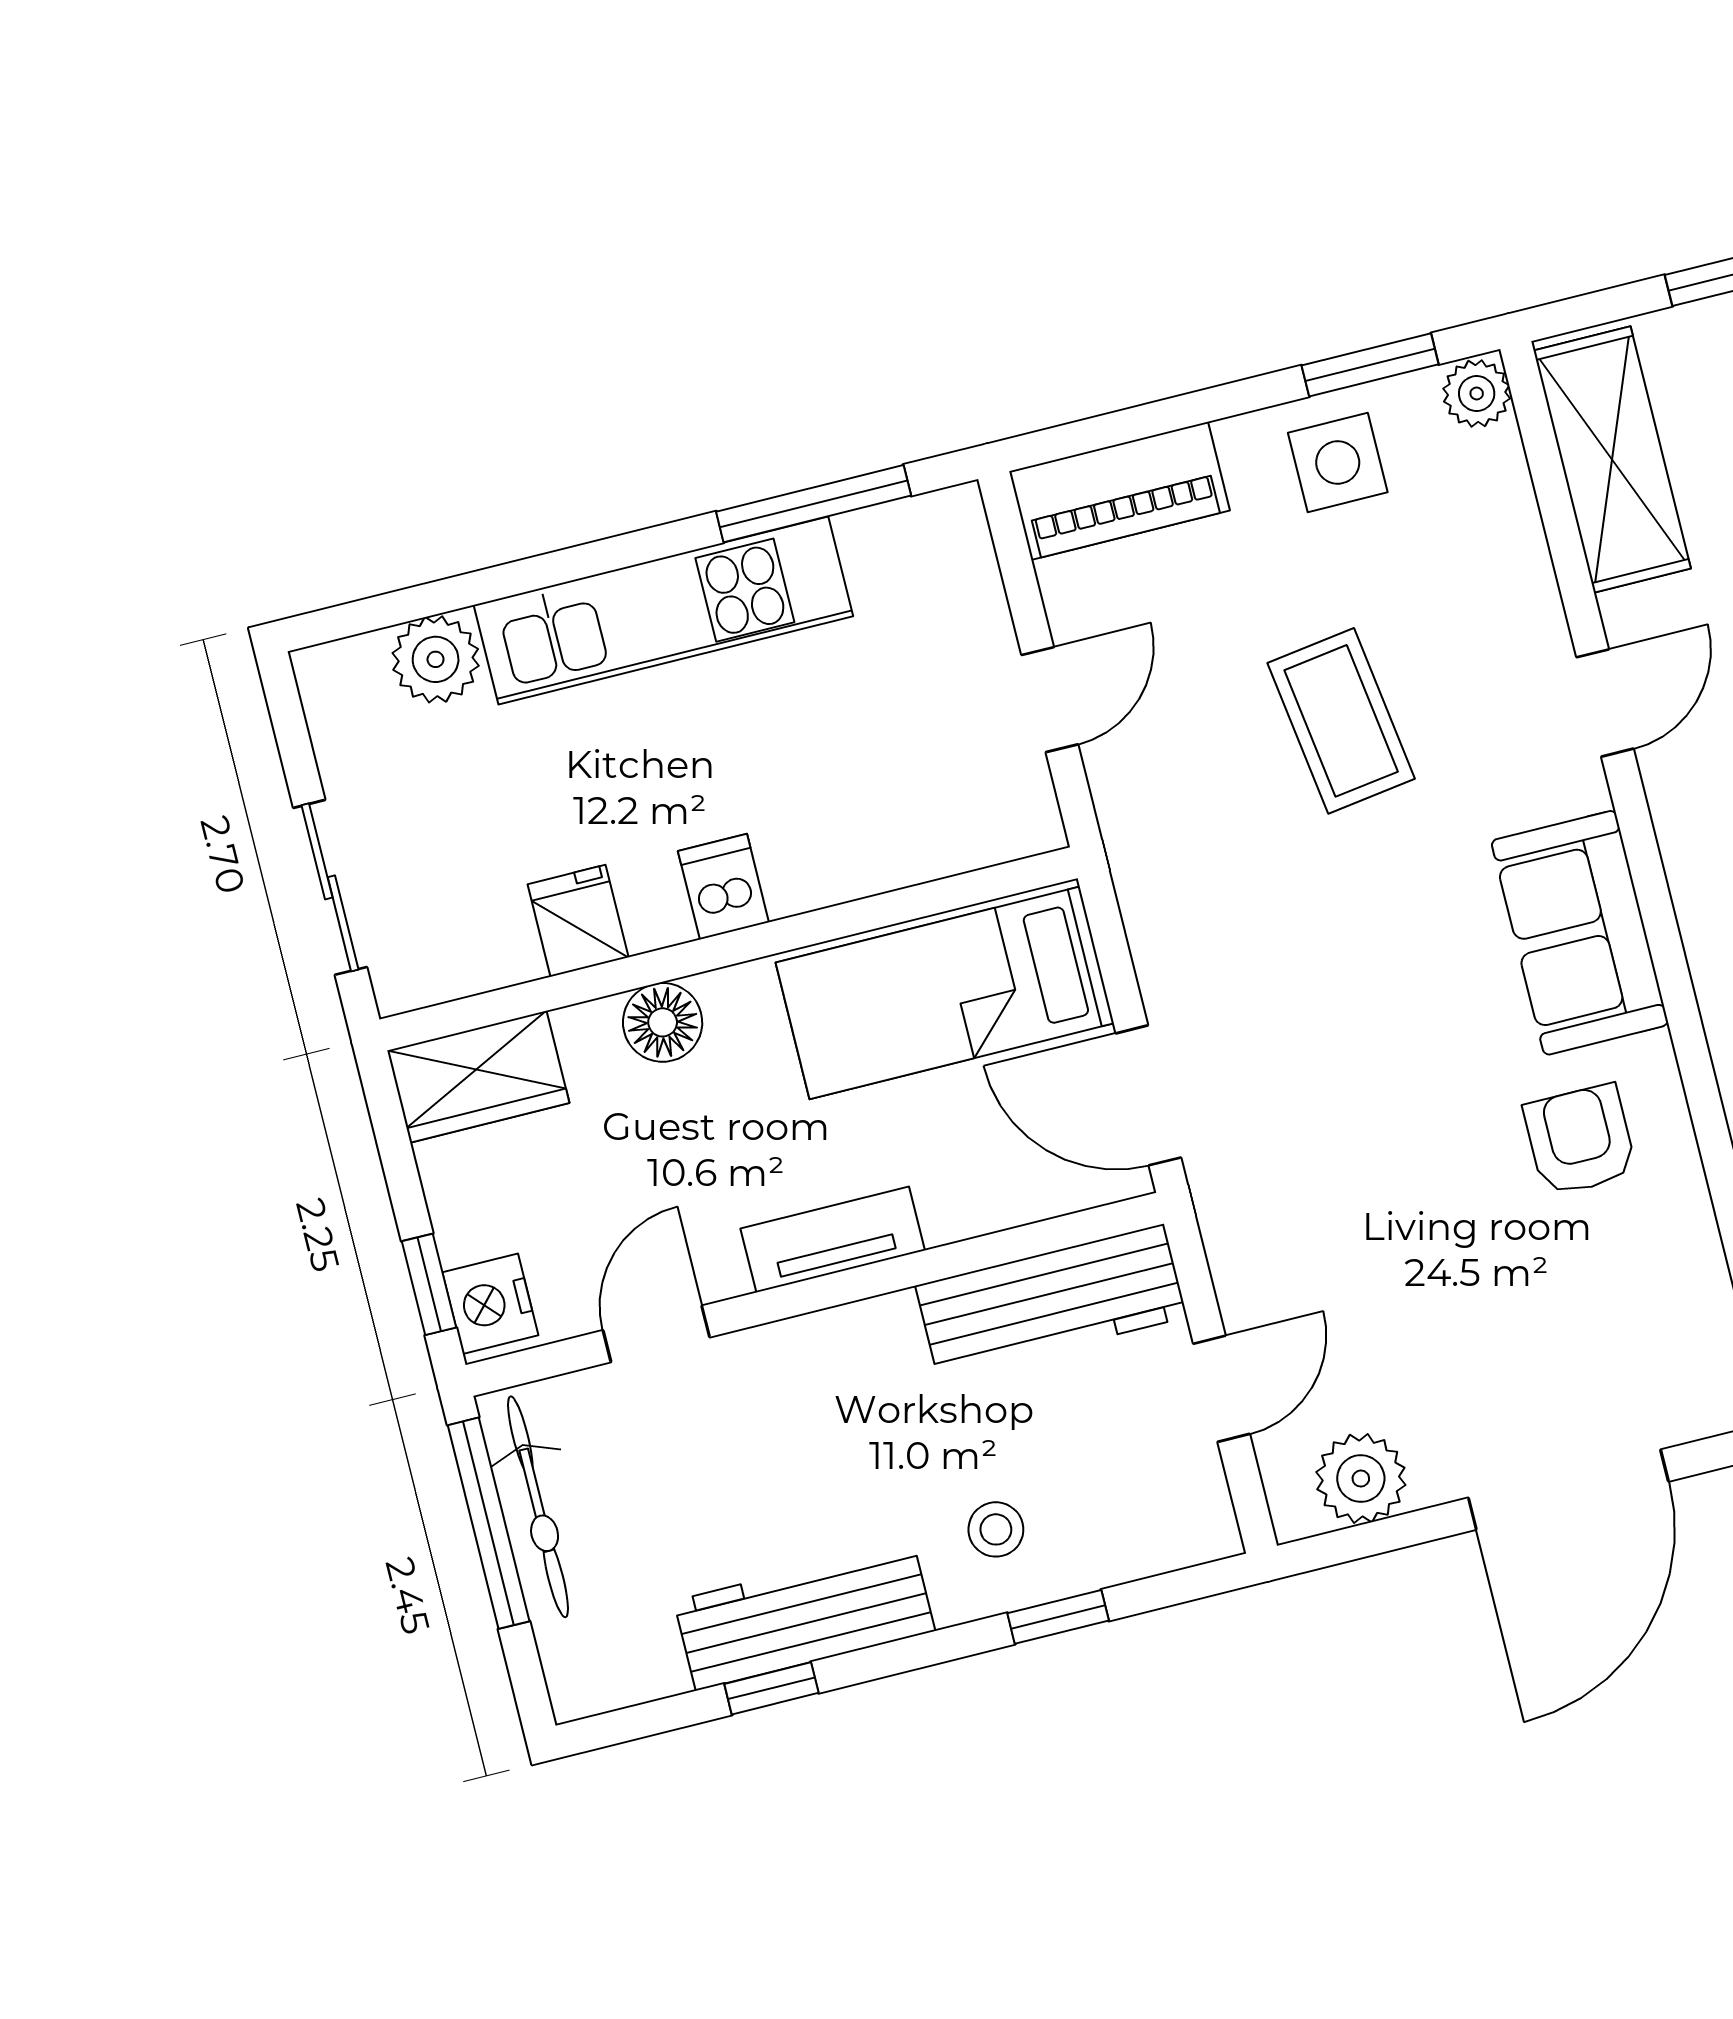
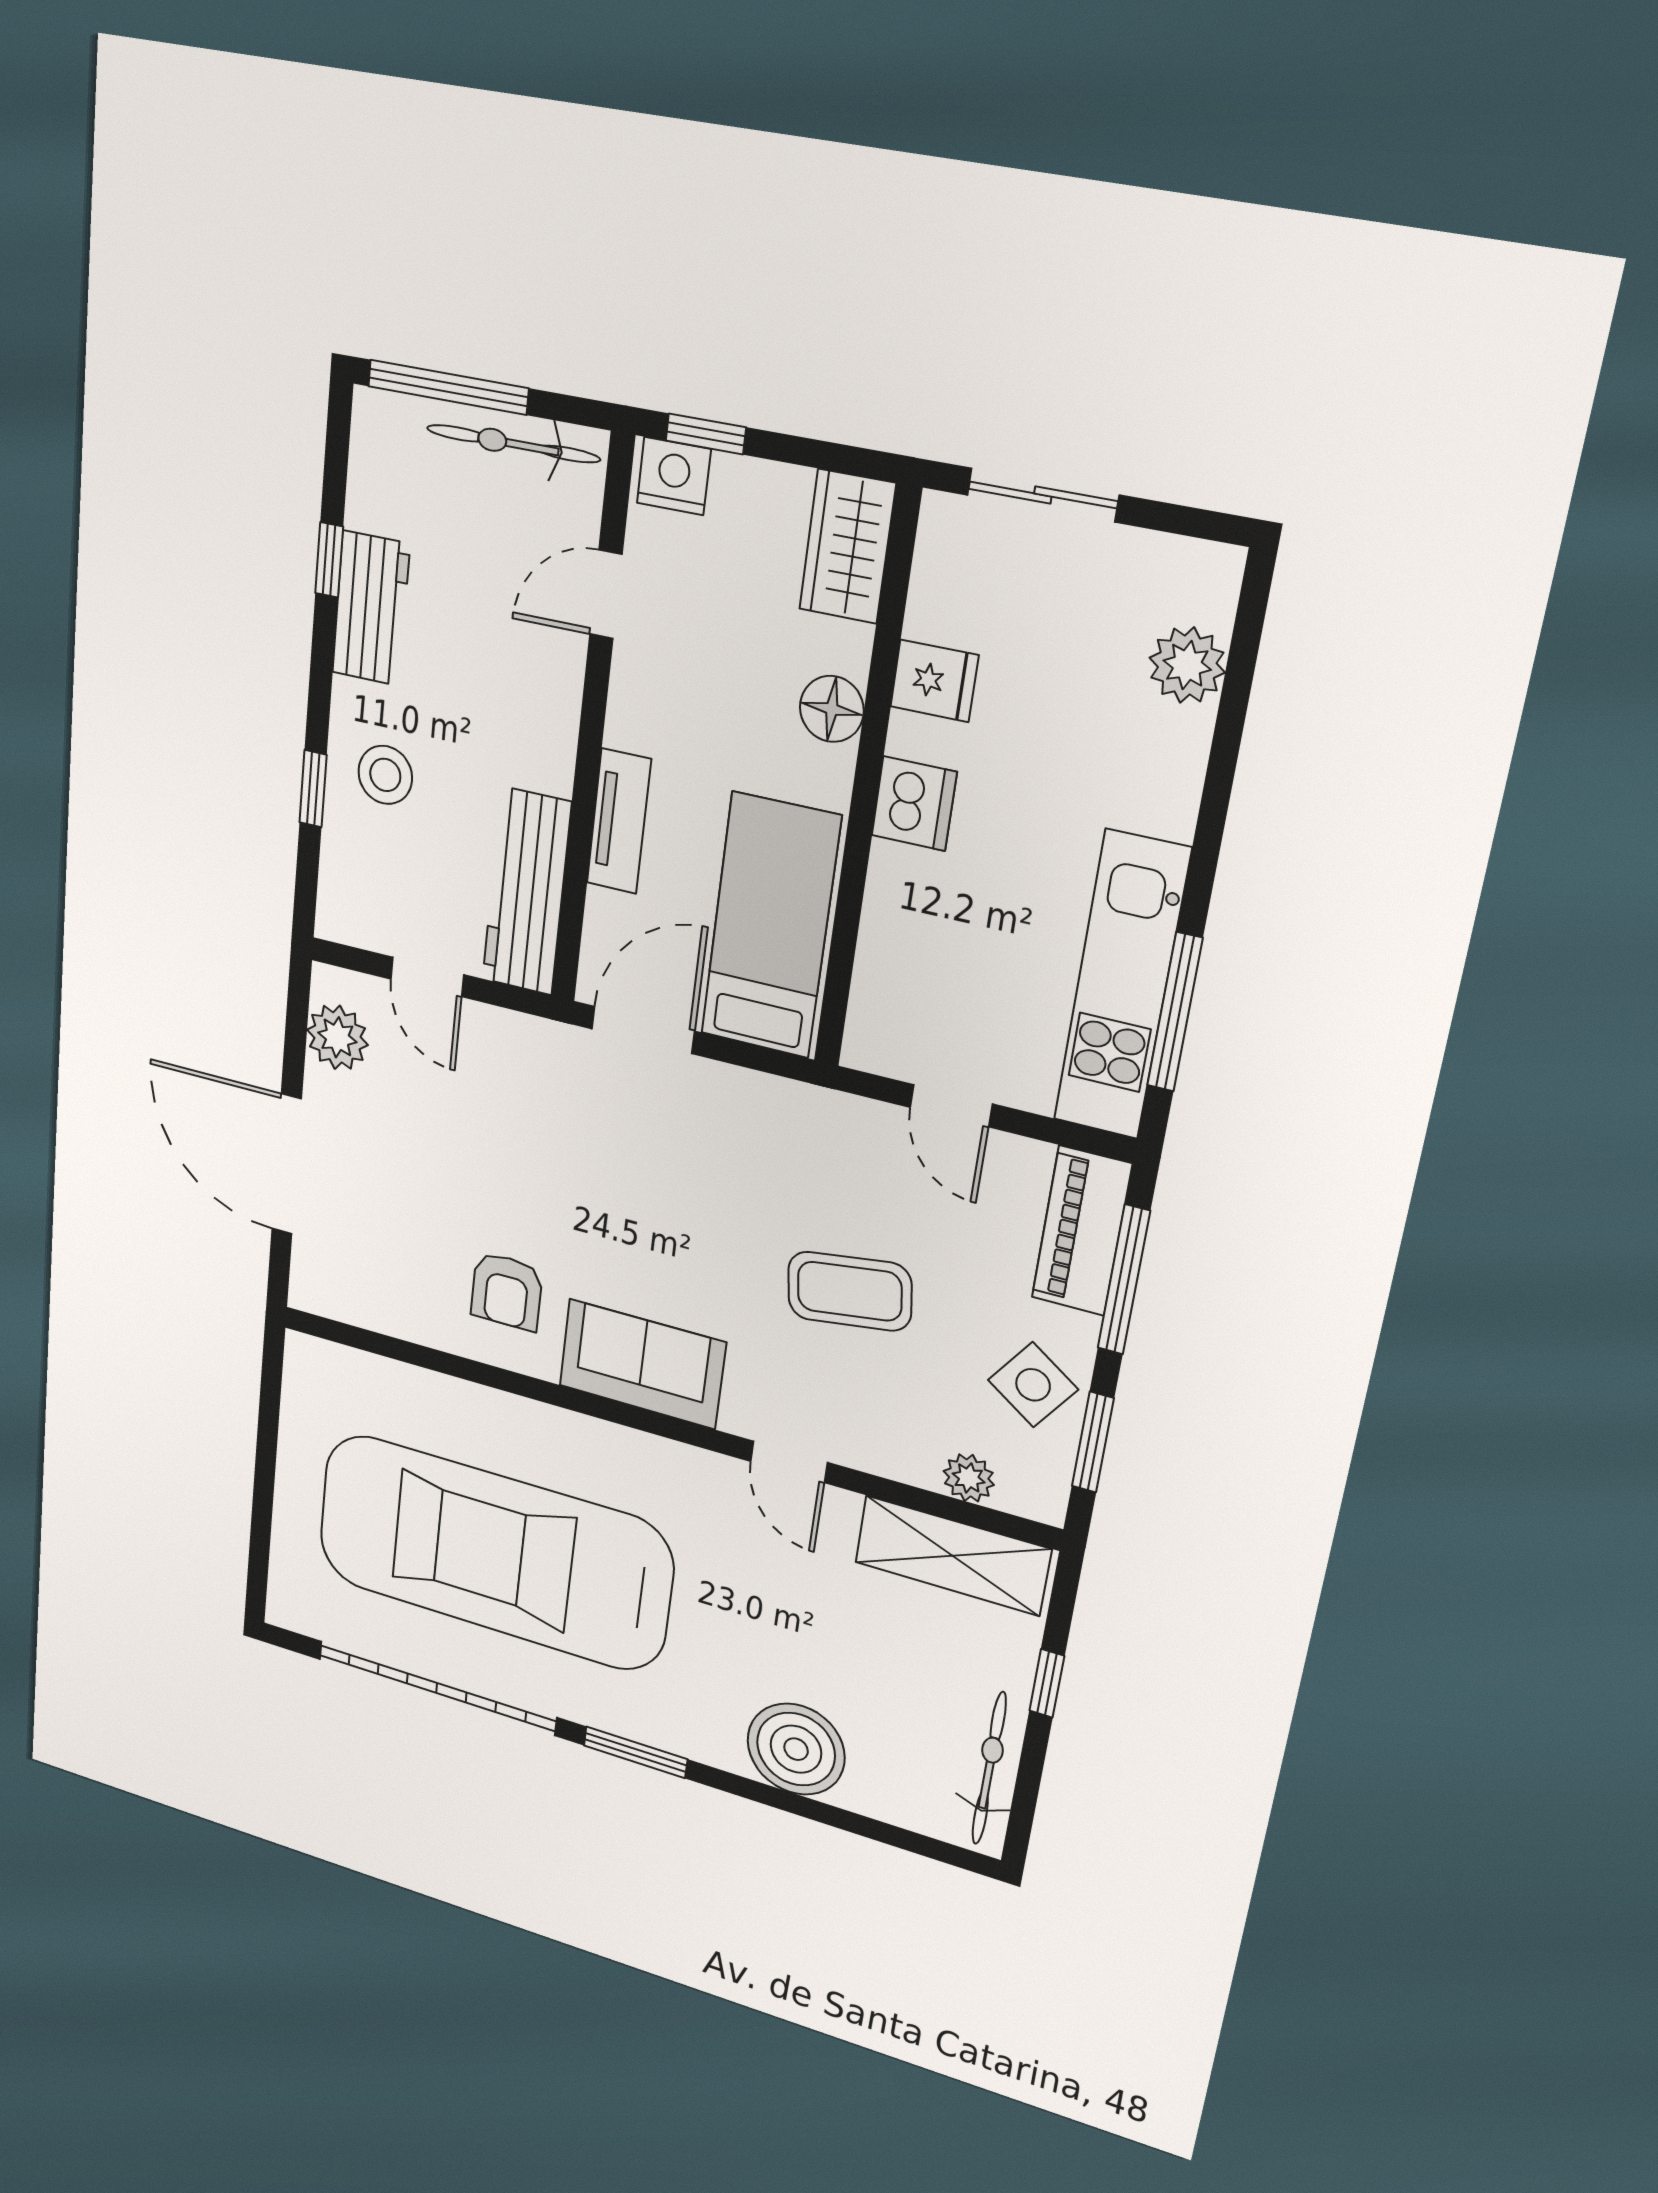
plant: (1477, 393) -> (969, 1478), moved
window: (1152, 419) -> (1124, 1280), added
side table: (1338, 462) -> (1033, 1385), turned 35
kitchen unit: (663, 611) -> (1122, 986), moved
dishwasher: (723, 887) -> (914, 804), width x1.38
armchair: (1580, 1140) -> (507, 1291), turned 90
tv unit: (833, 1239) -> (619, 821), moved
door: (656, 1334) -> (606, 594), swing flipped
window: (489, 1523) -> (448, 387), moved
stool: (996, 1529) -> (385, 775), width x1.37, depth x1.37
workbench: (804, 1616) -> (371, 608), width x0.73

